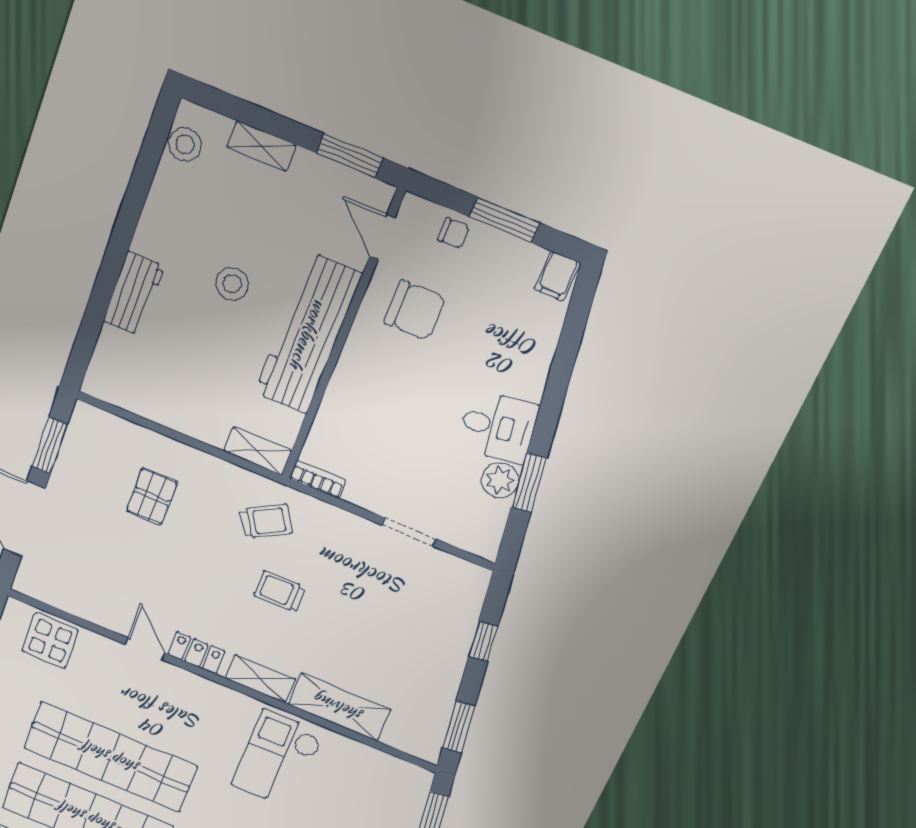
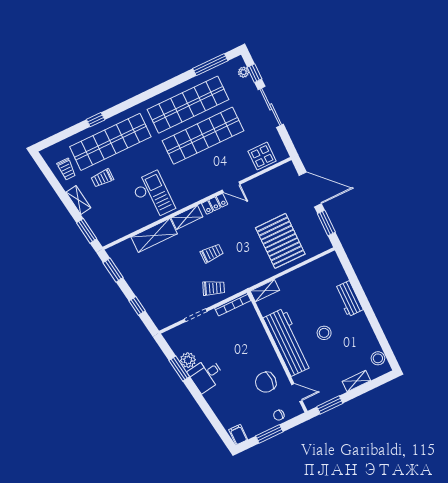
bookcase: (318, 479) -> (233, 304), width x1.56
pallet: (152, 496) -> (280, 241), width x2.05, depth x2.00
trolley: (266, 521) -> (214, 288), moved, turned -127

